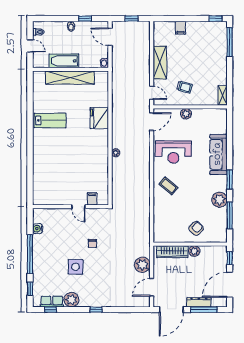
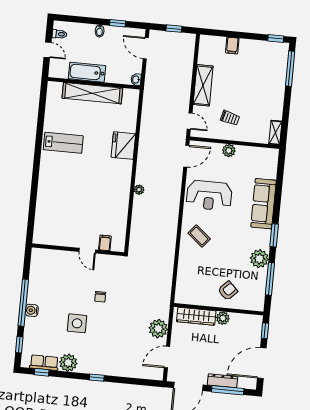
water cooler: (38, 229) -> (32, 310), moved

